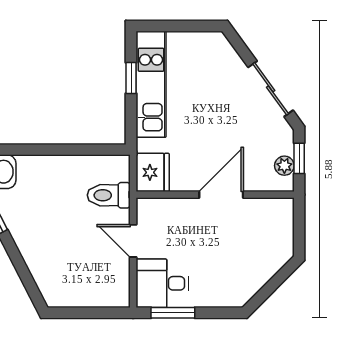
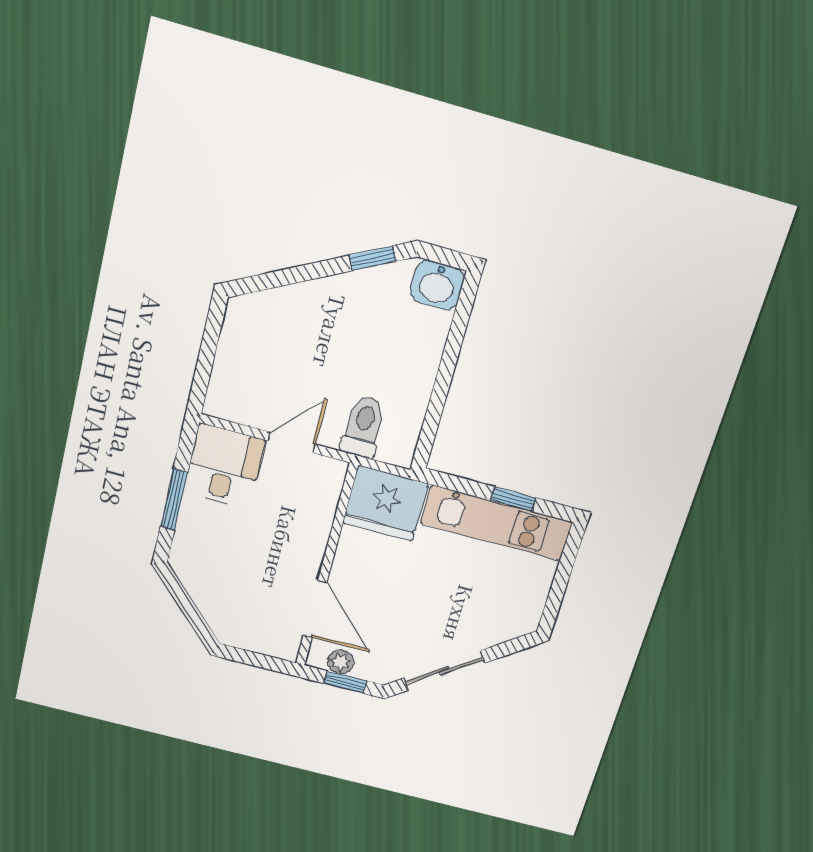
fridge: (153, 172) -> (385, 503), width x1.36, depth x1.34
door: (221, 195) -> (315, 609), moved
window: (173, 313) -> (174, 499), moved

